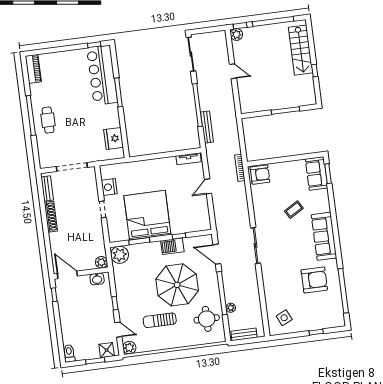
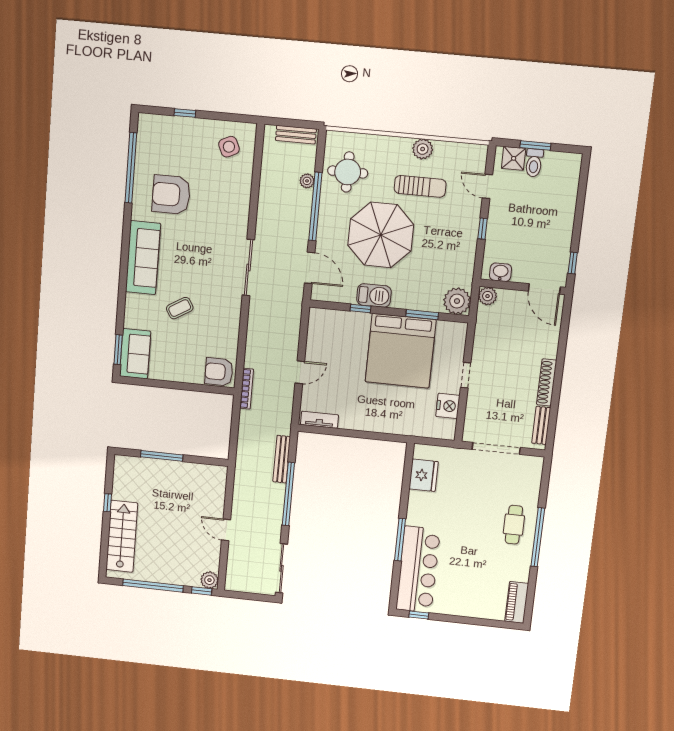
plant: (129, 348) -> (423, 149), moved
toilet: (69, 353) -> (534, 163), moved

